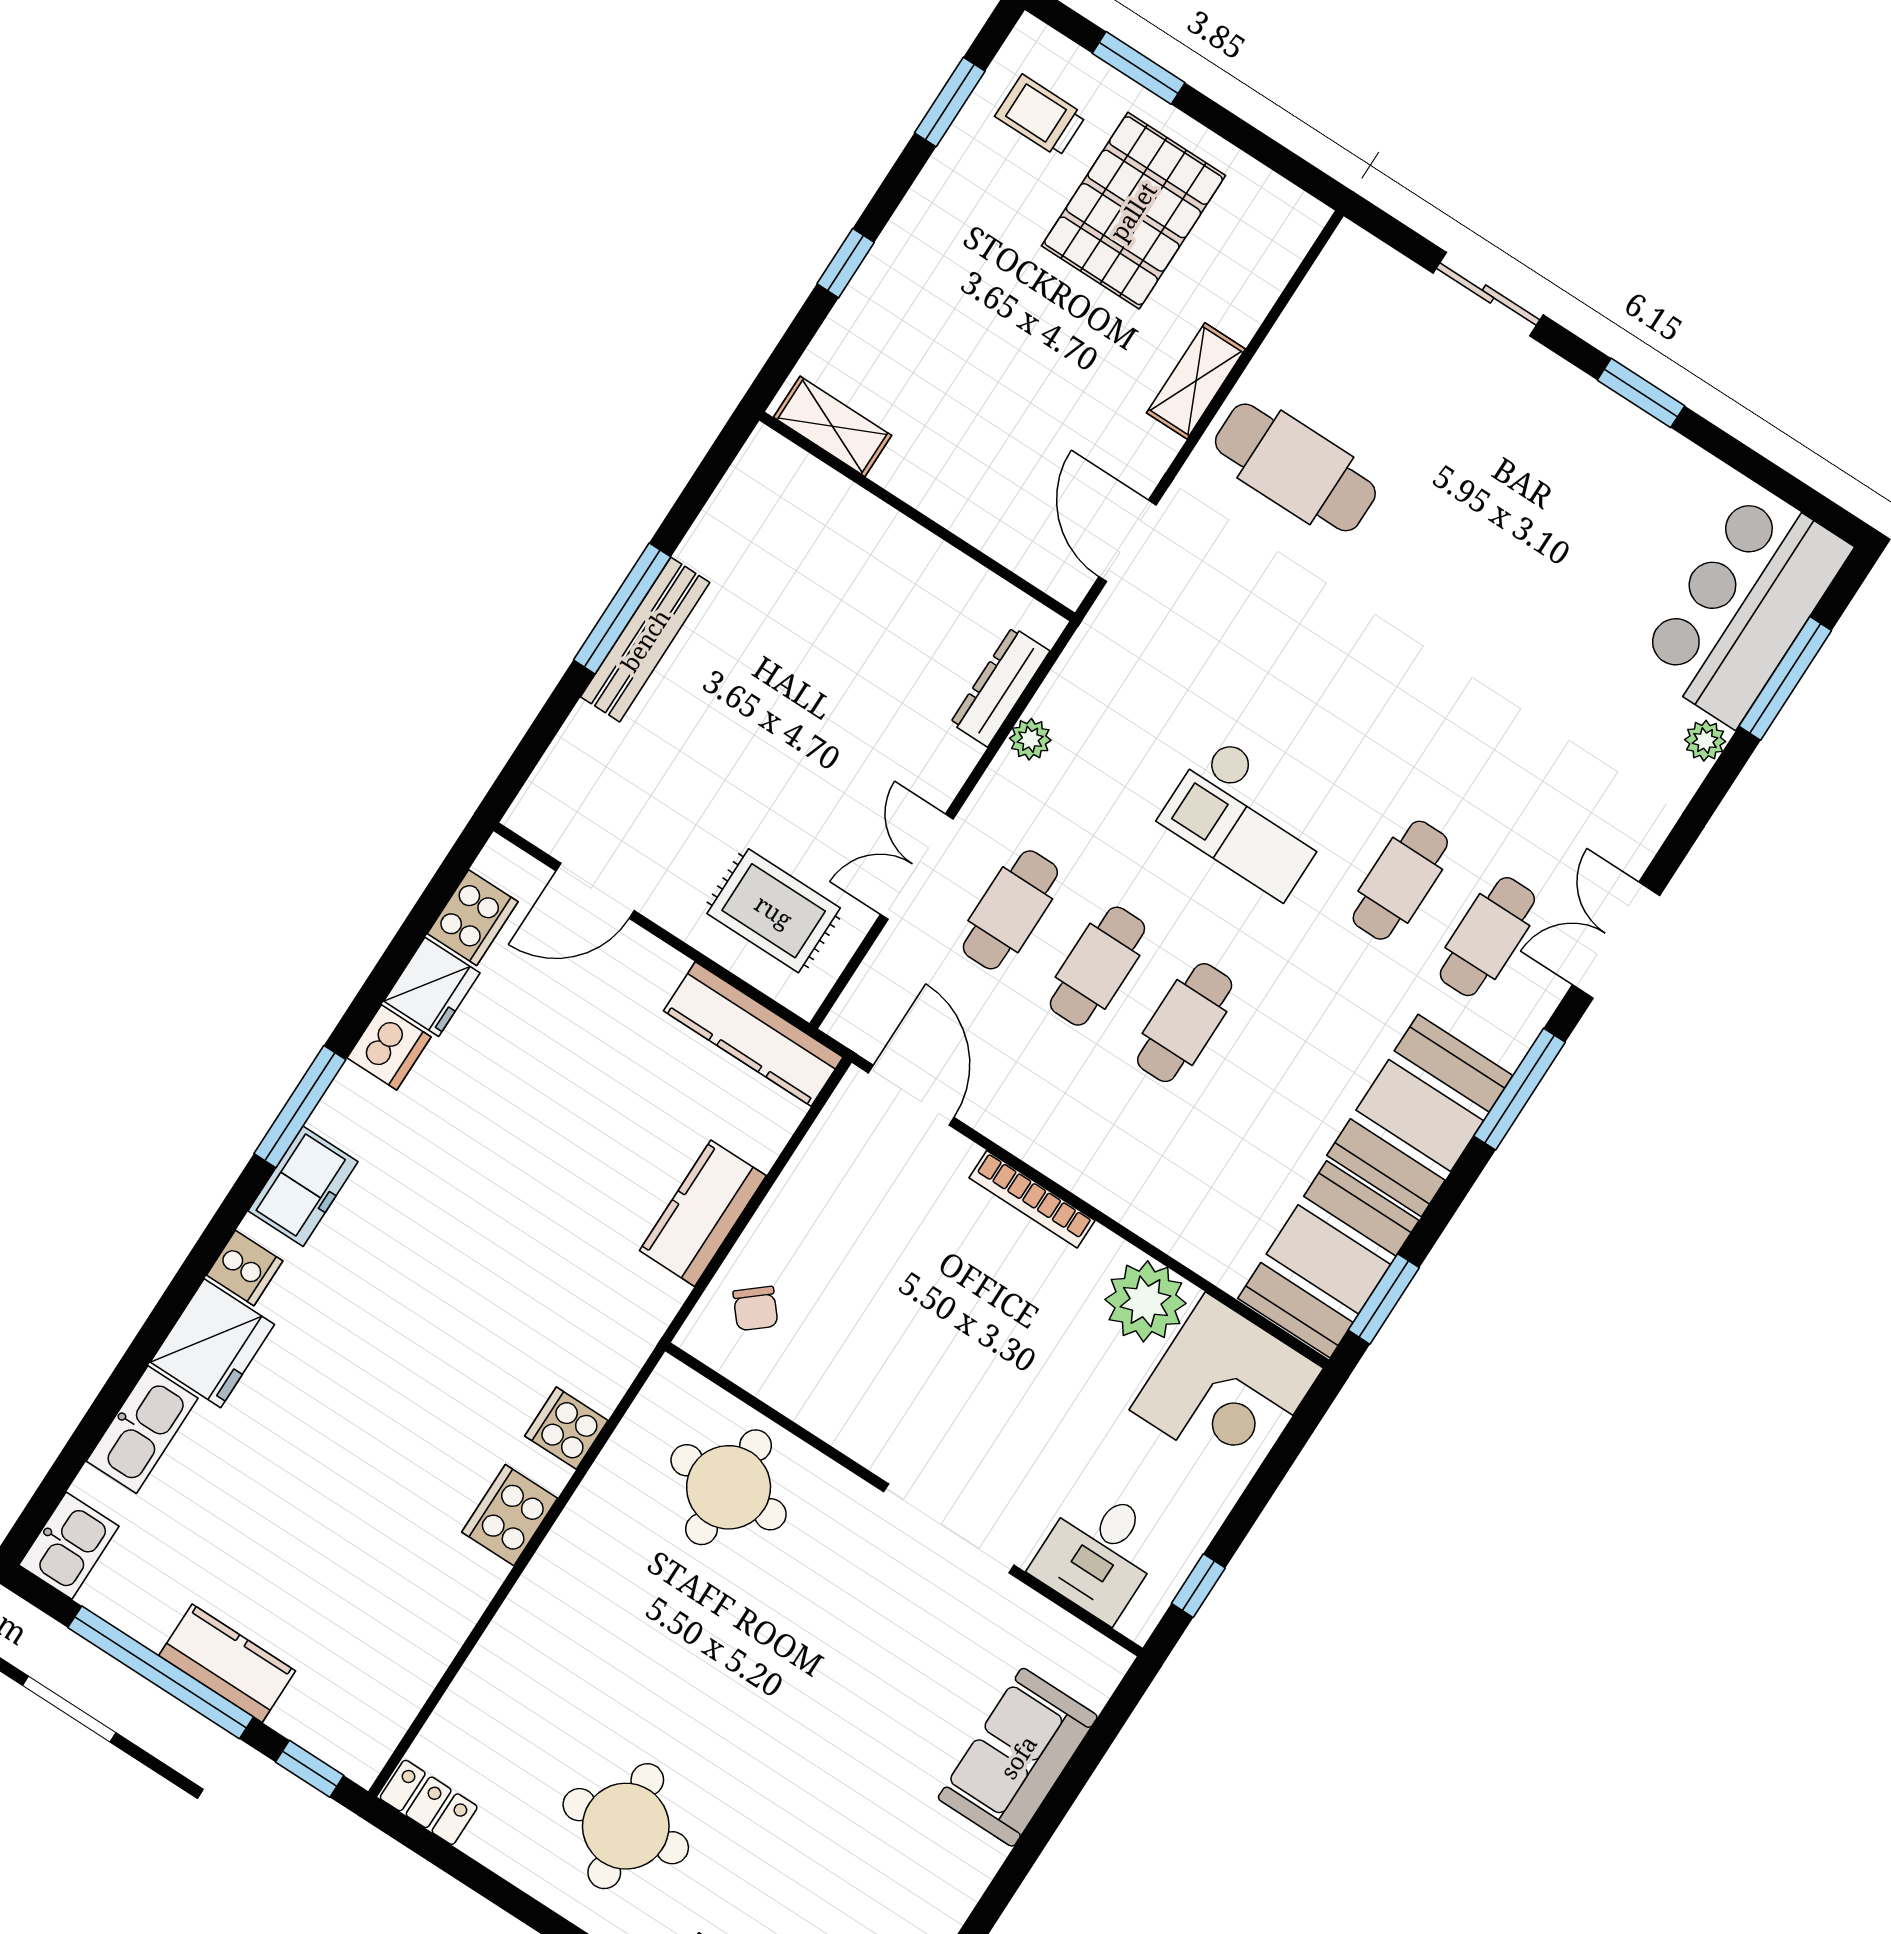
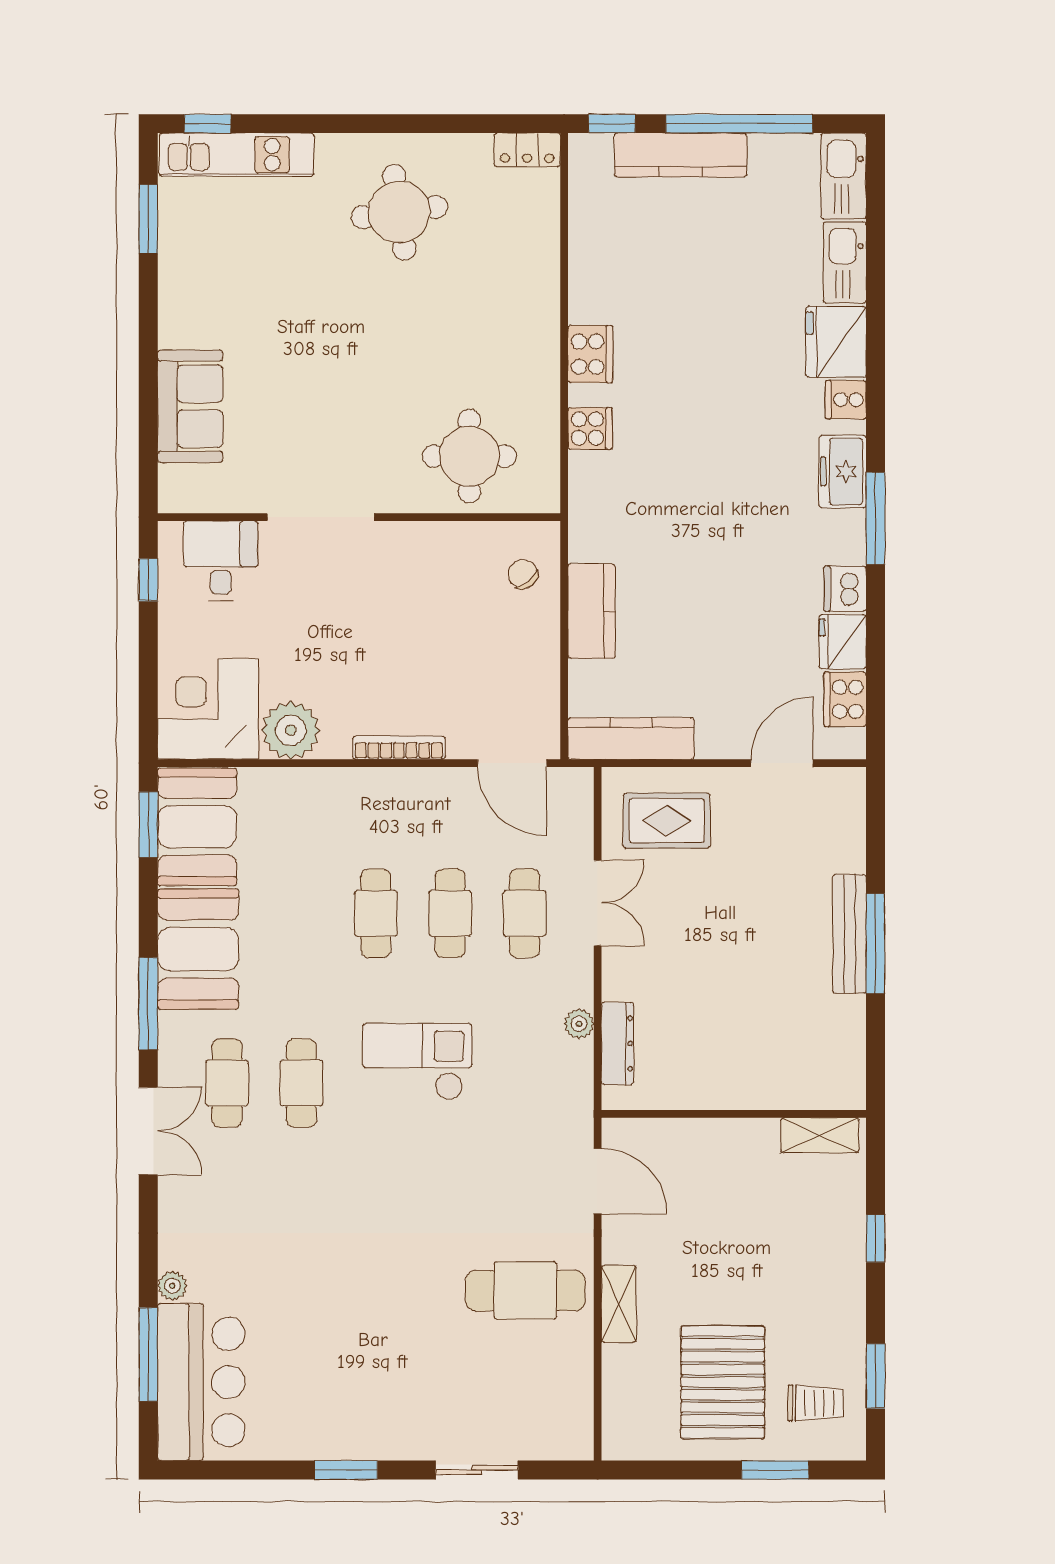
kitchen sink: (69, 1546) -> (844, 176), width x1.38
kitchen counter: (227, 1663) -> (681, 155), width x1.50

